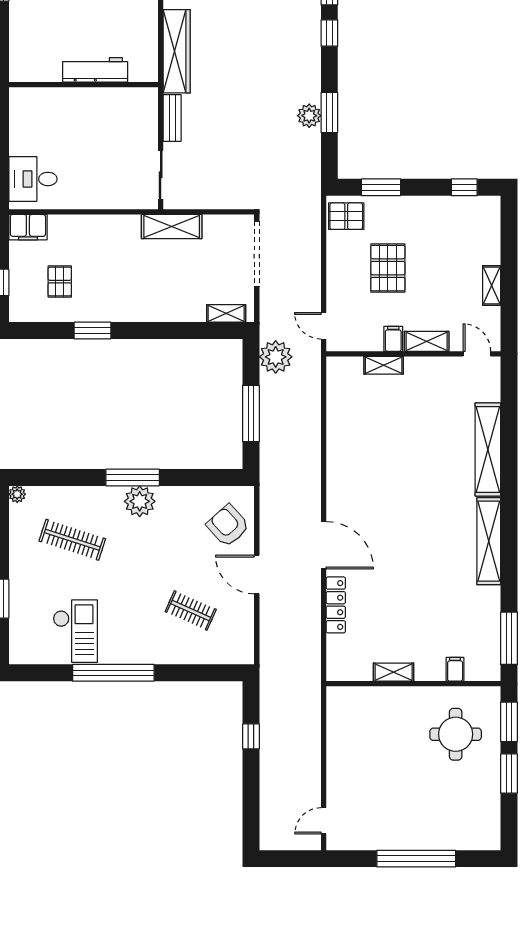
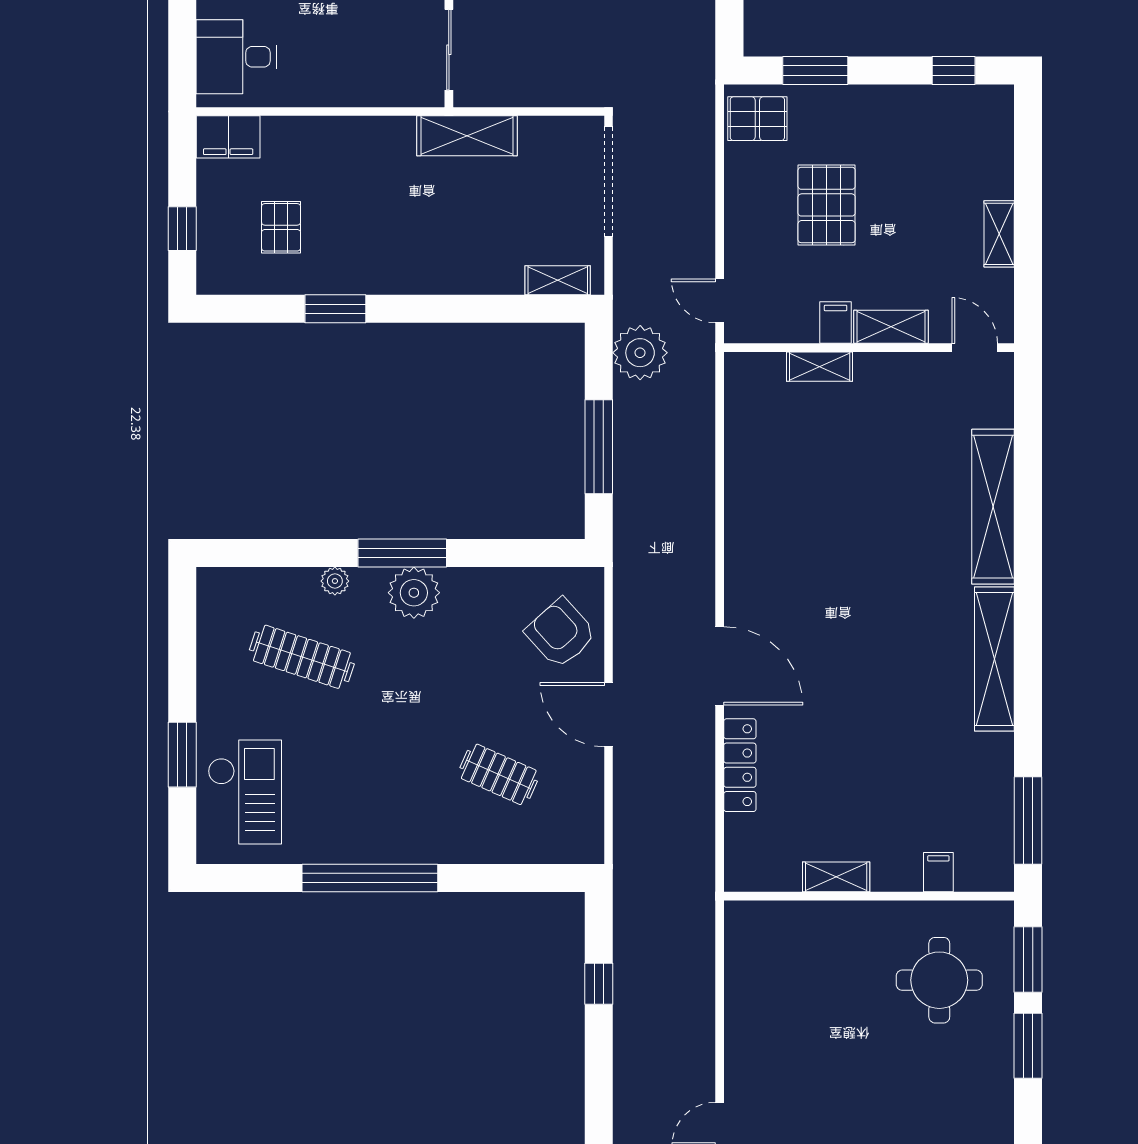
plant: (17, 494) -> (335, 581), moved
checkout: (75, 631) -> (245, 792), moved

